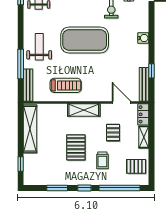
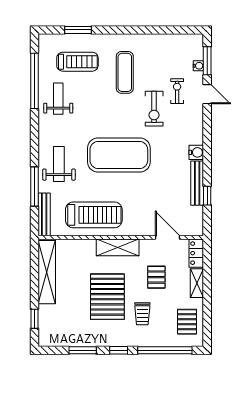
bench: (144, 84) -> (197, 183), moved
treadmill: (66, 85) -> (94, 215), width x1.37, depth x1.38
pallet: (76, 147) -> (107, 297), width x1.37, depth x1.41
pallet: (136, 166) -> (187, 322), turned 90

